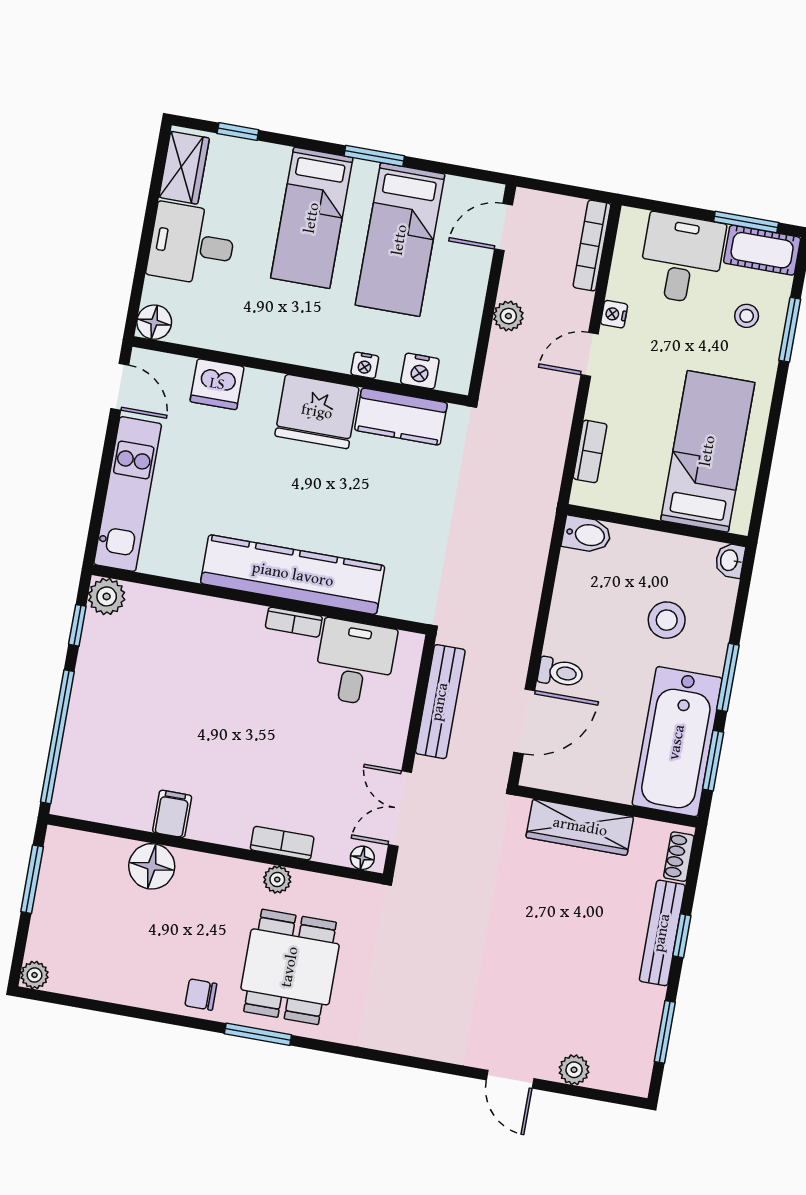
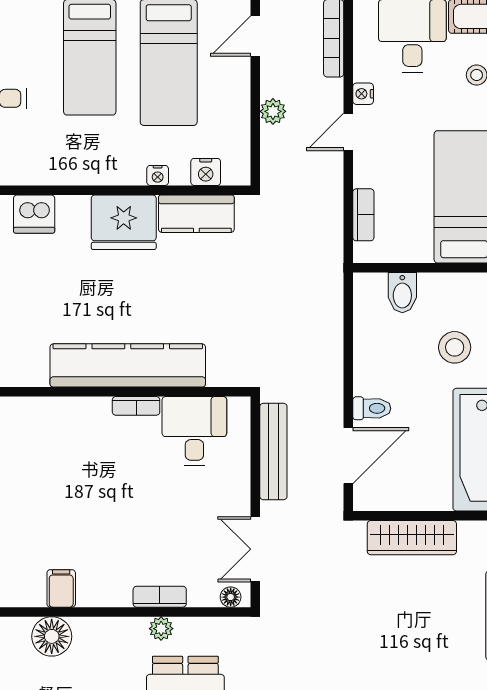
bidet: (587, 535) -> (402, 293), moved, turned 90

